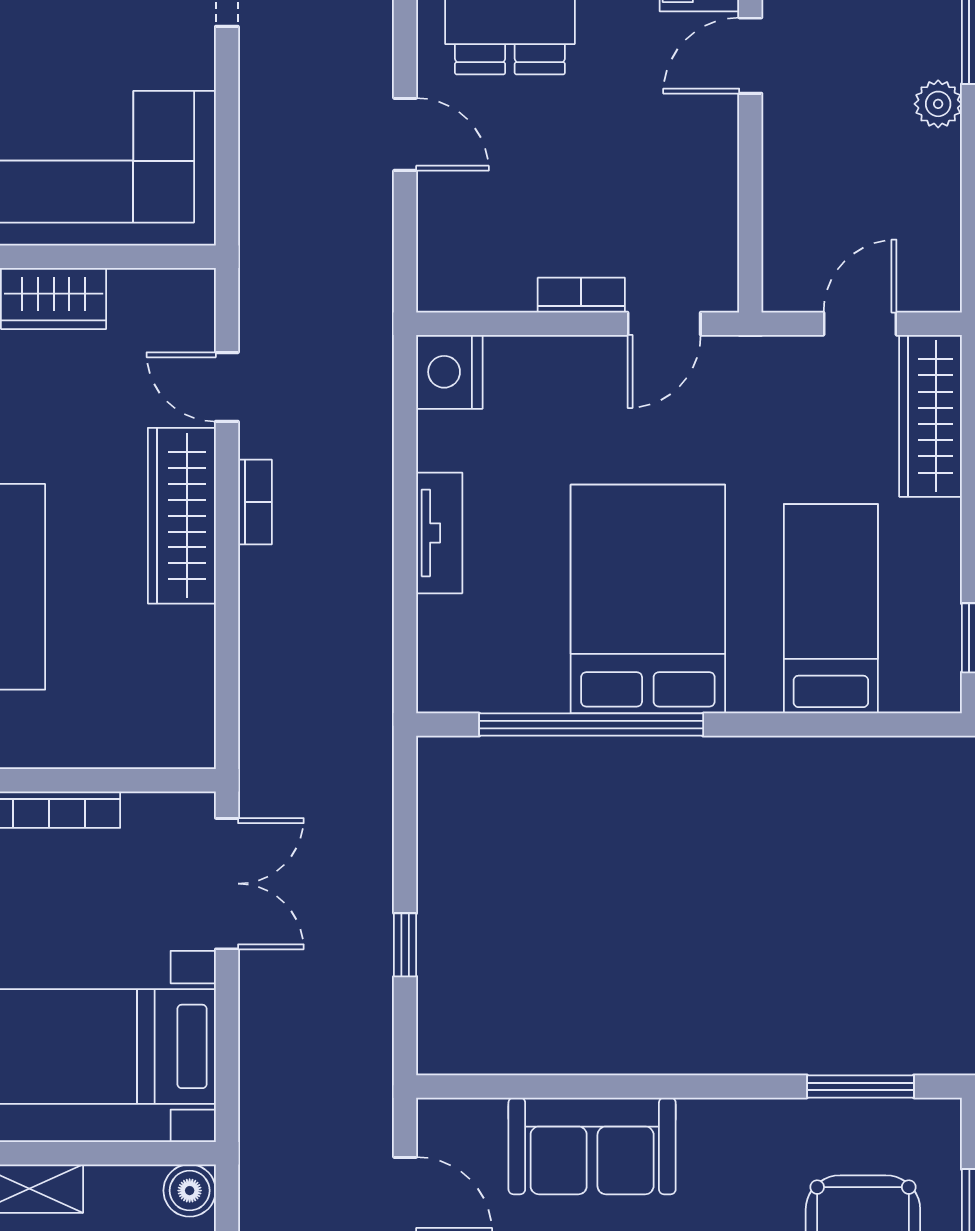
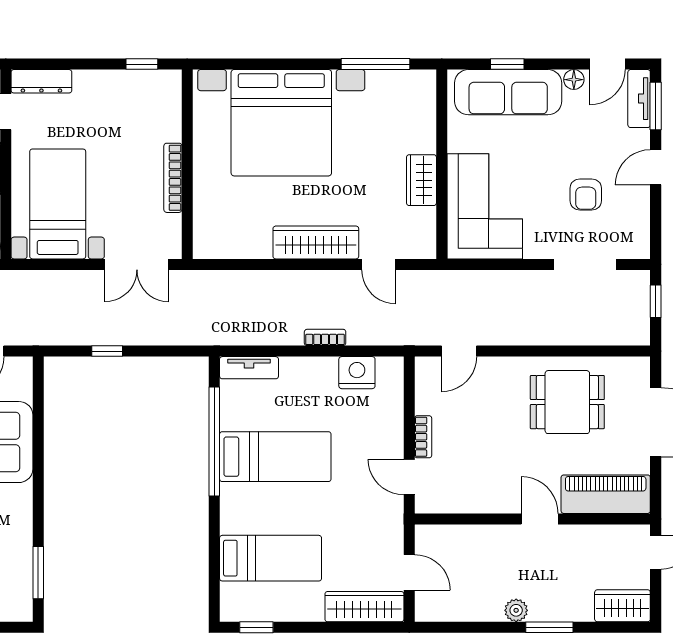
door: (405, 134) -> (459, 351), moved
nightstand: (449, 372) -> (357, 373), moved
door: (227, 387) -> (378, 264), swing flipped
bookcase: (255, 502) -> (325, 337), moved, turned 180
tv unit: (439, 533) -> (249, 368), moved
bed: (648, 599) -> (275, 457), width x0.67

